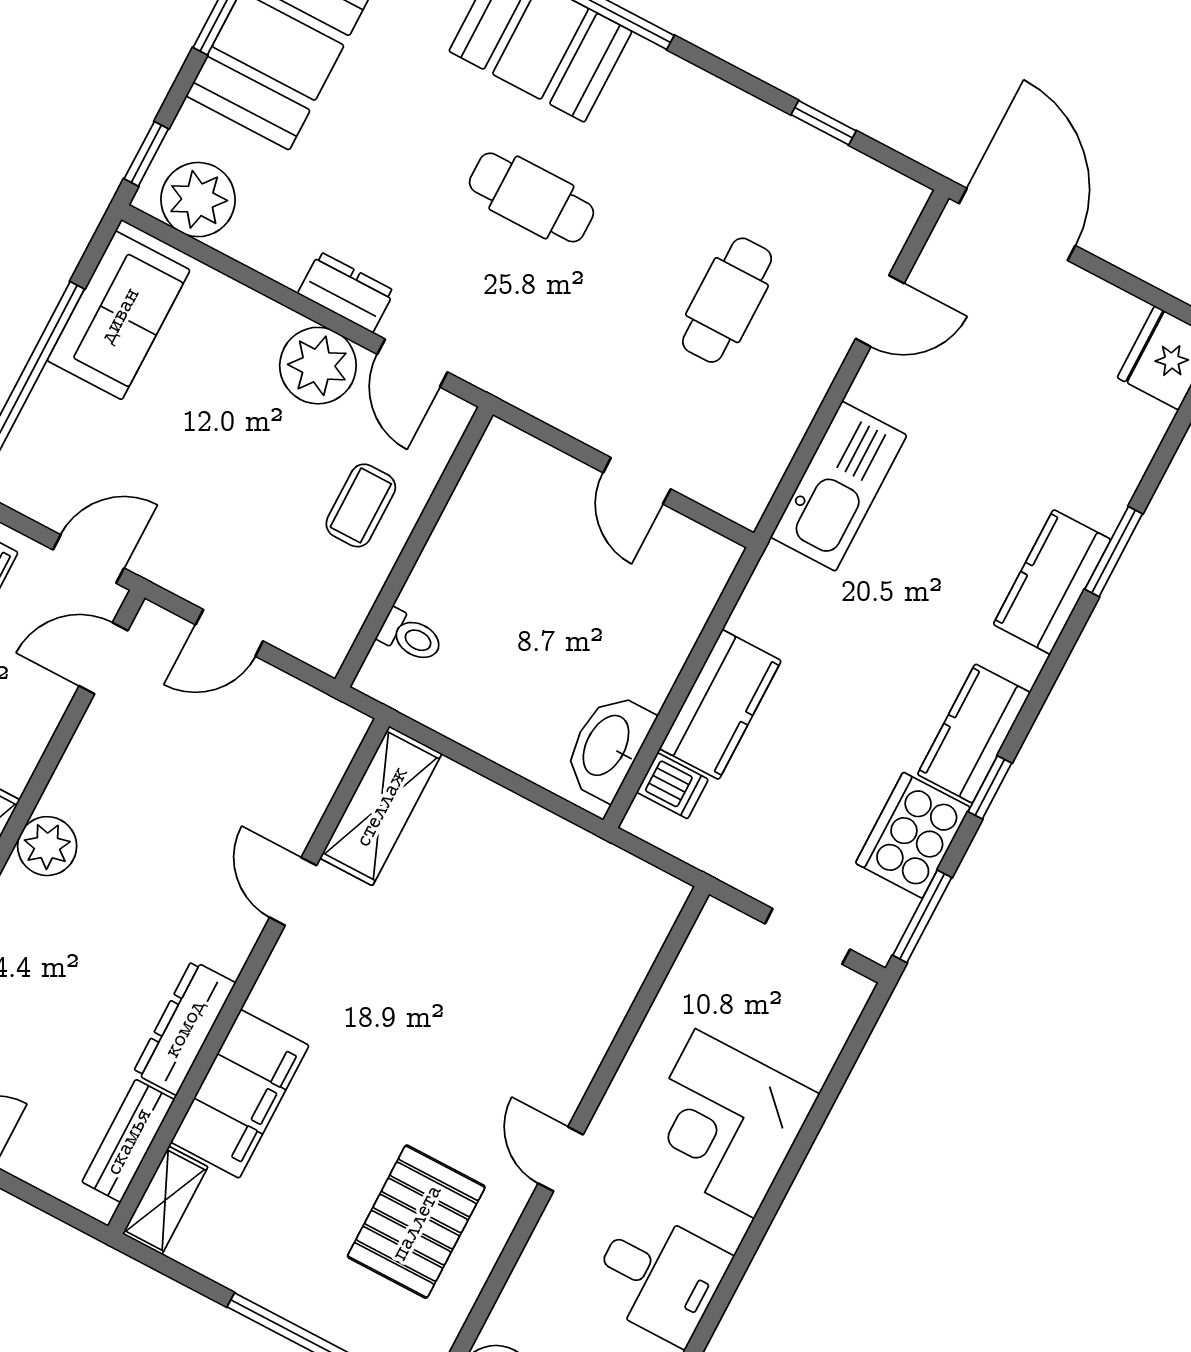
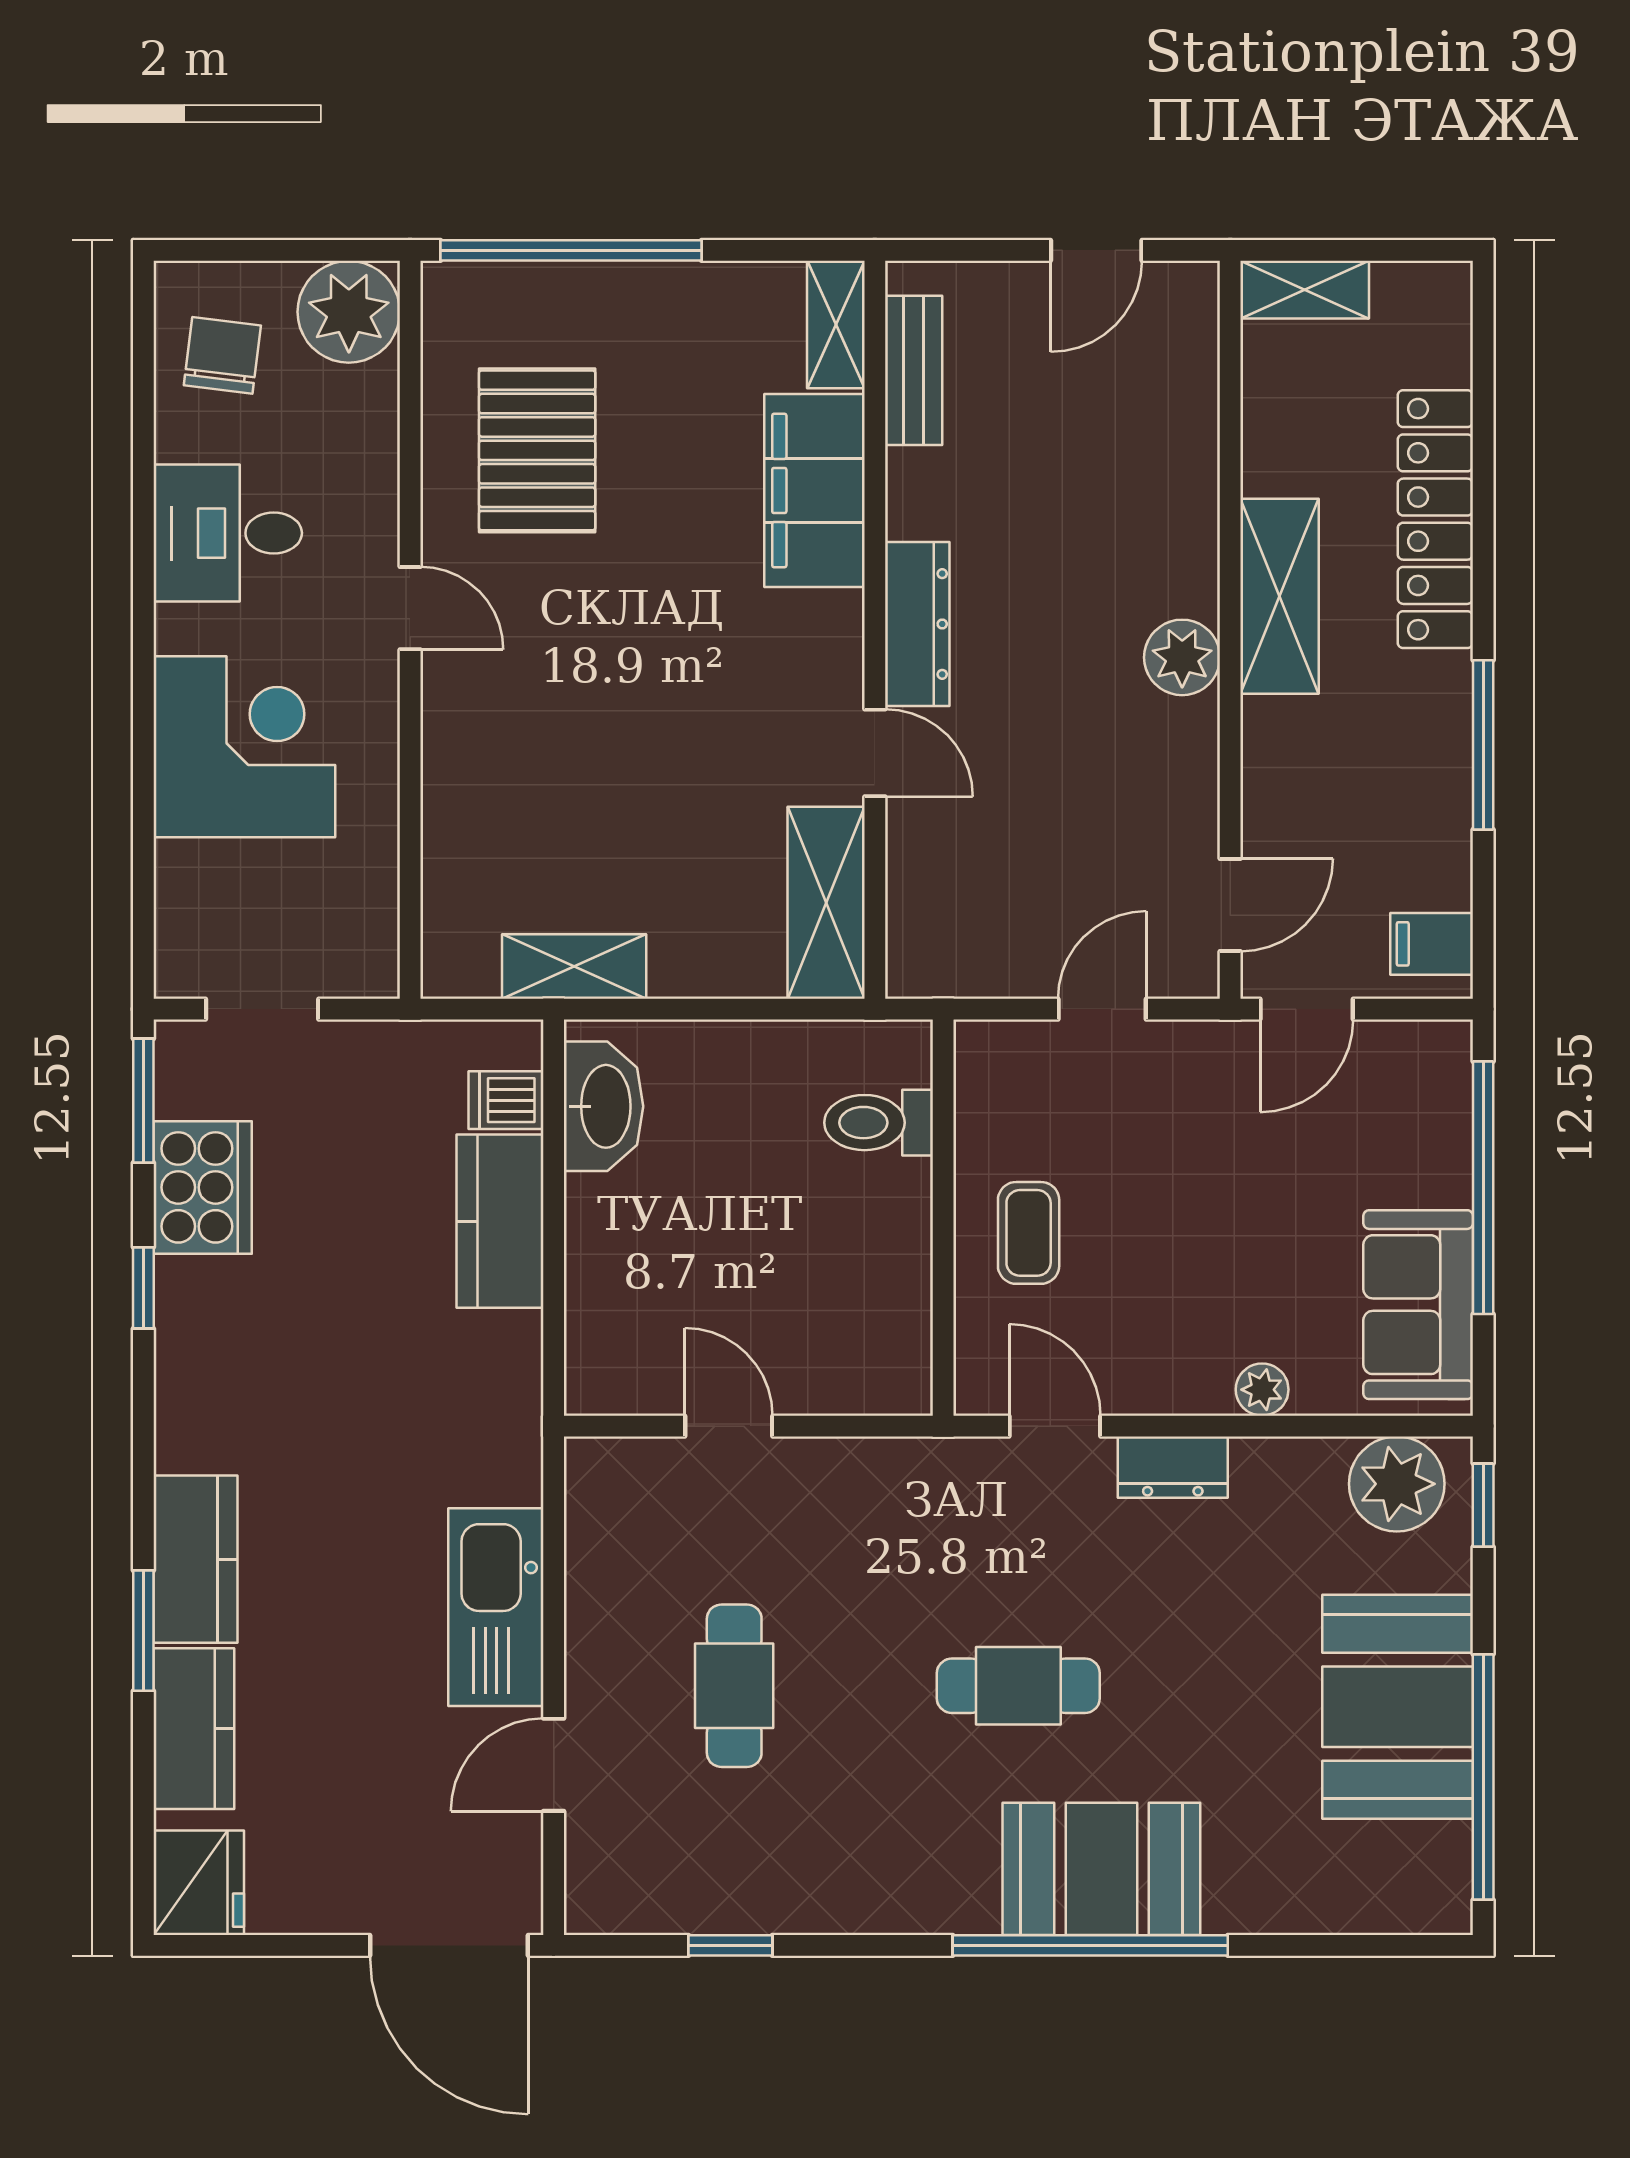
plant: (318, 366) -> (1262, 1390), moved, width x0.53, depth x0.53
kitchen sink: (839, 486) -> (496, 1607), moved
toilet: (410, 636) -> (879, 1123), width x1.37, depth x1.39
kitchen counter: (974, 733) -> (194, 1729), moved
shelving: (577, 853) -> (574, 966), added
dresser: (184, 1028) -> (917, 624), moved

